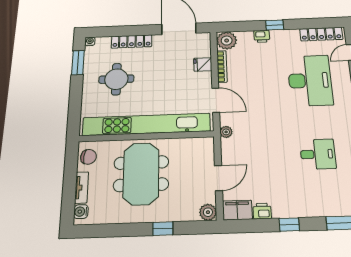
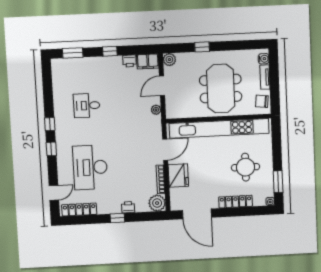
fridge: (203, 64) -> (178, 176), width x1.88, depth x1.34
door: (216, 100) -> (165, 150), swing flipped
plant: (226, 132) -> (156, 110), moved

